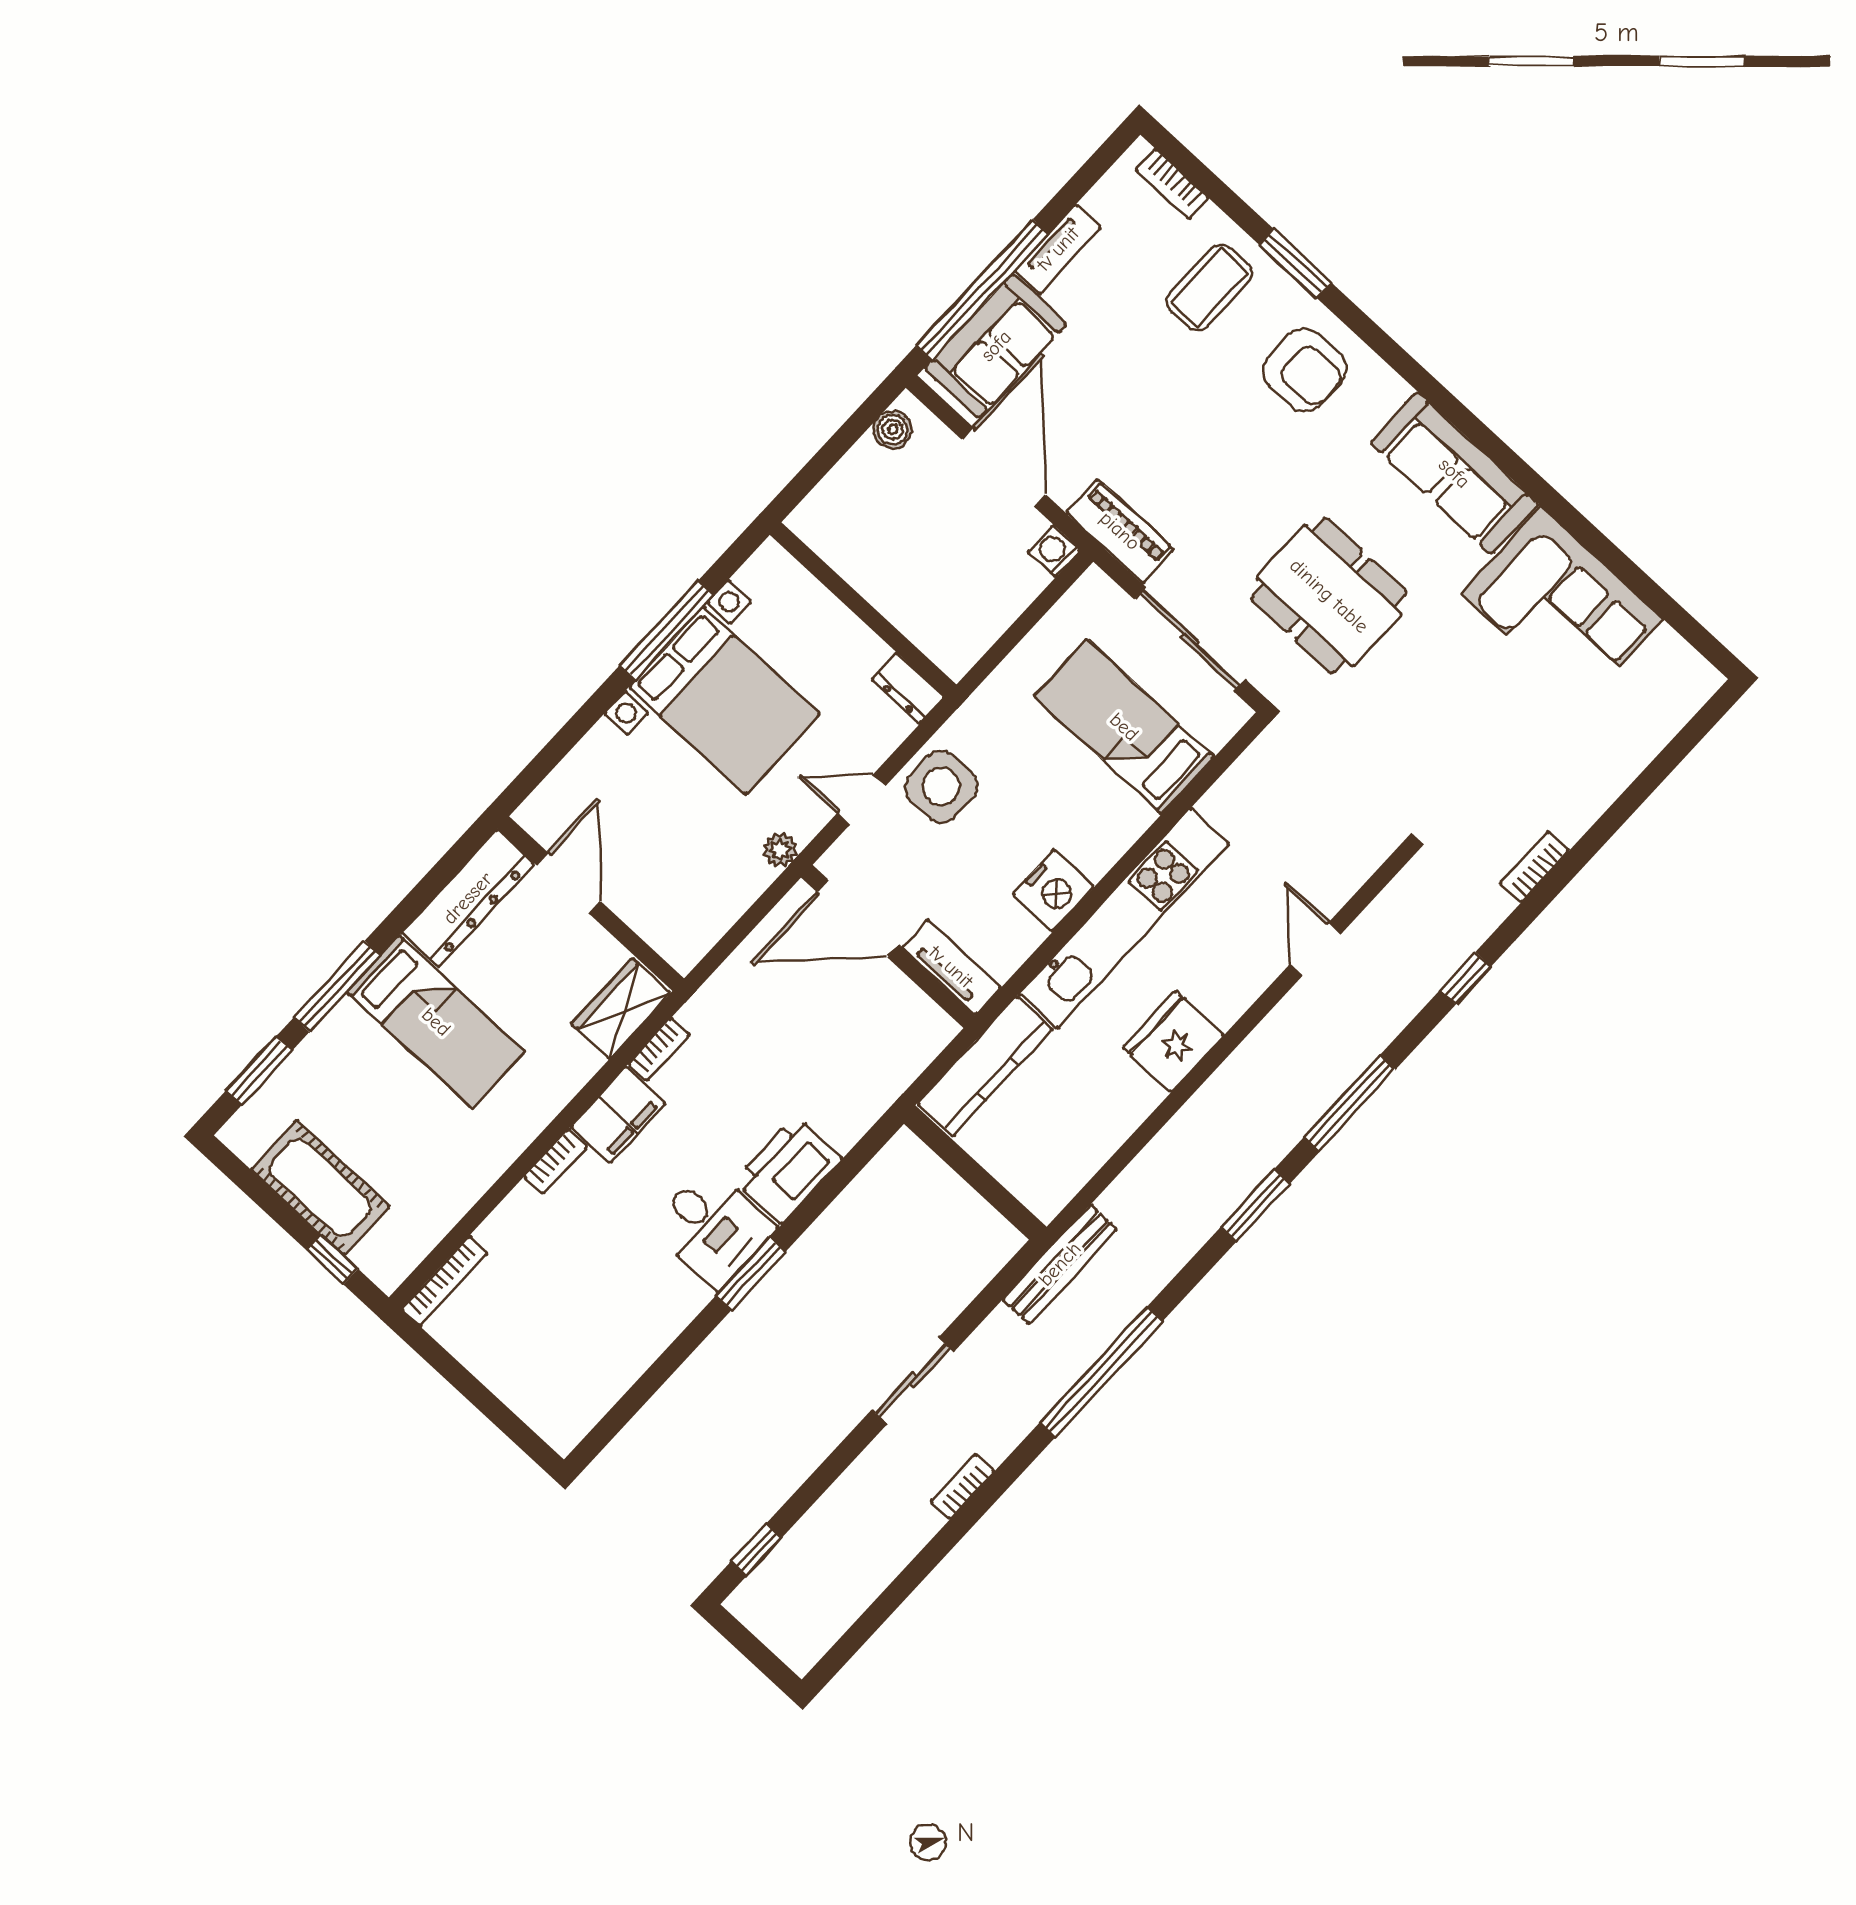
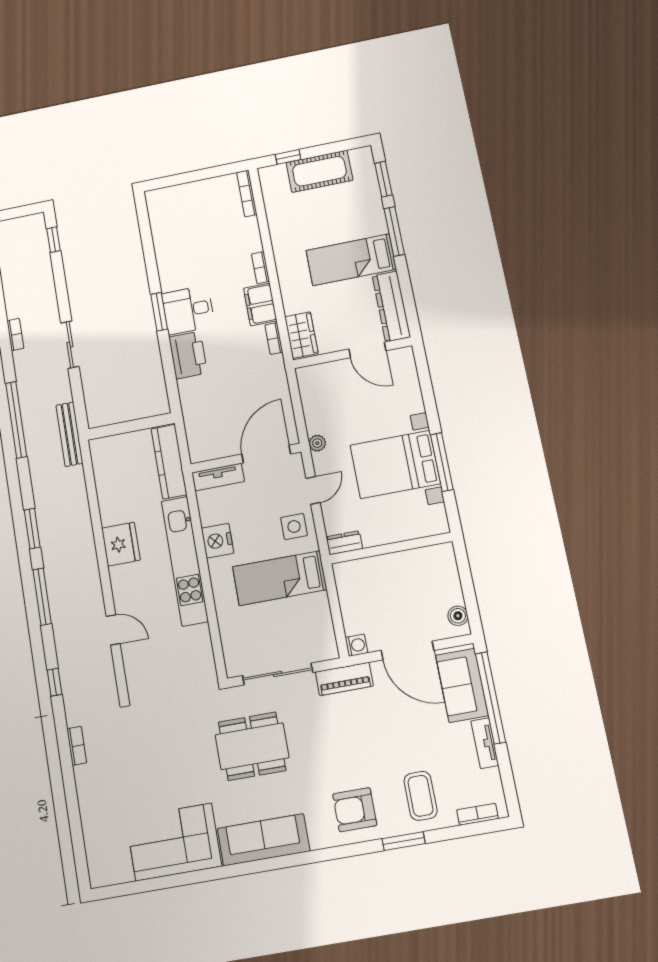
bed: (1124, 727) -> (280, 578), moved, turned 180
side table: (941, 787) -> (294, 527), width x0.73, depth x0.73

